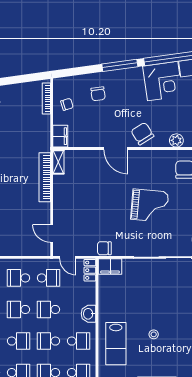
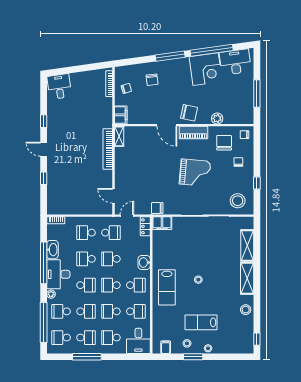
chair: (142, 134) -> (189, 113), turned 134
piano: (148, 157) -> (193, 133), added
door: (68, 257) -> (127, 216), swing flipped

